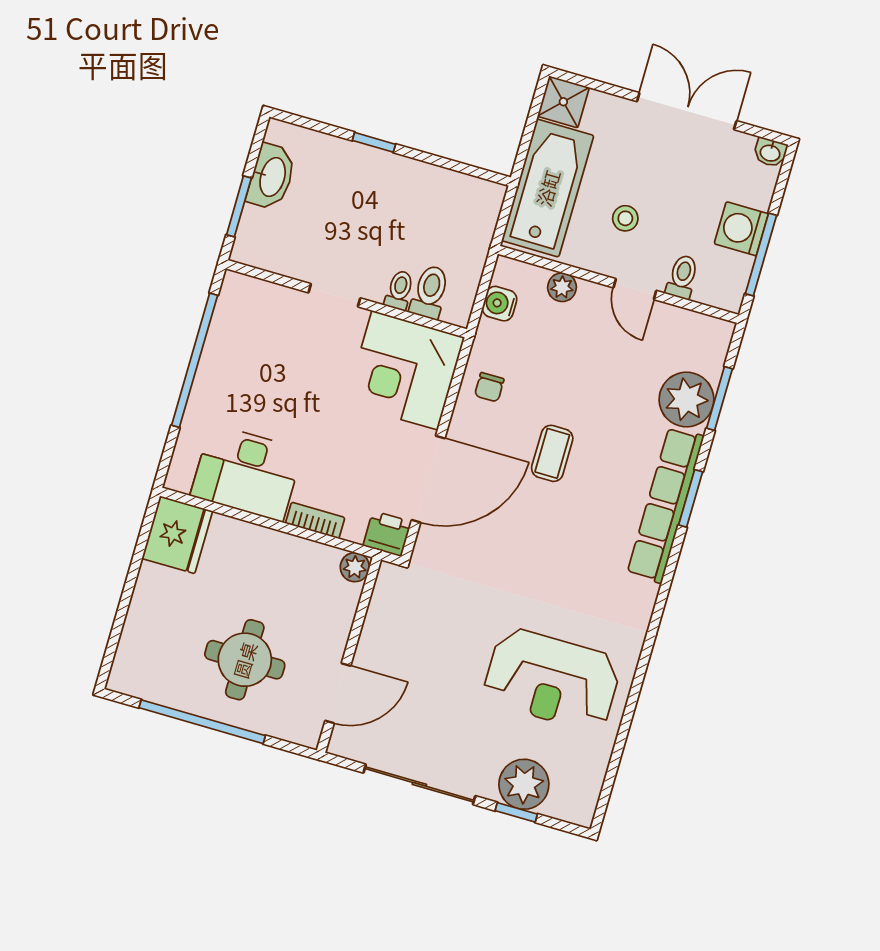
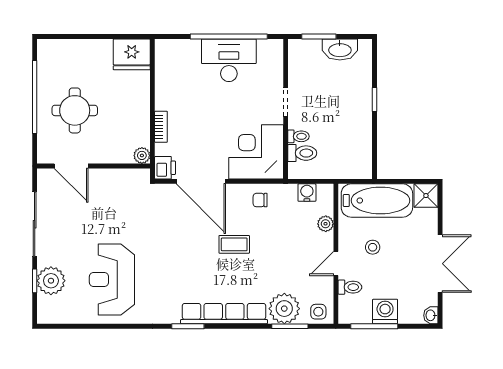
side table: (709, 343) -> (318, 312), added
desk: (247, 473) -> (229, 60), moved, turned 90
window: (691, 498) -> (188, 326), moved

